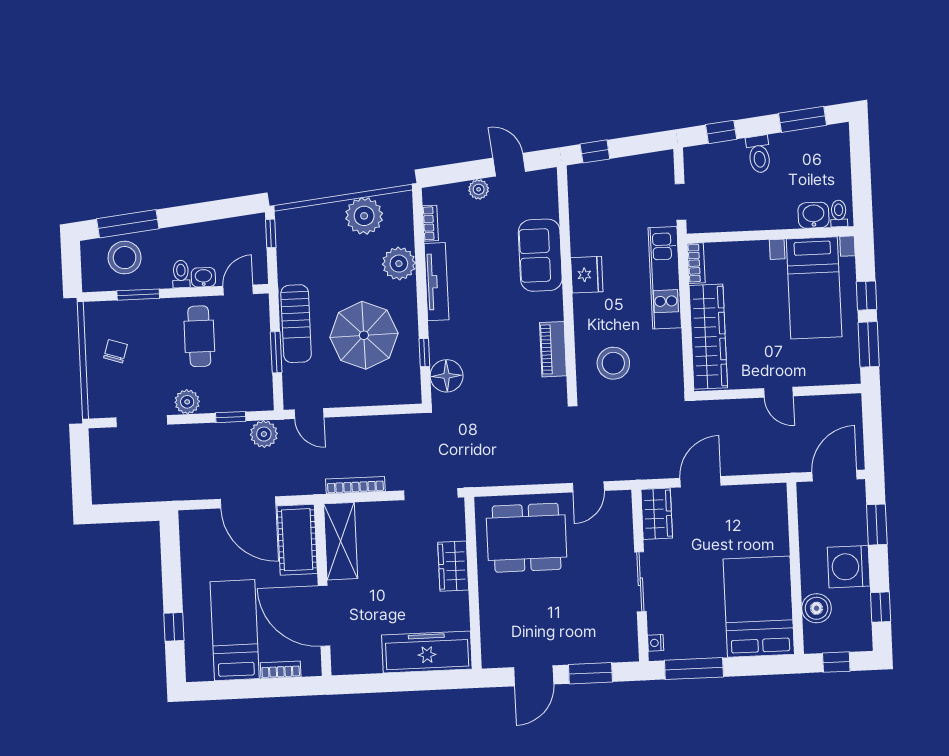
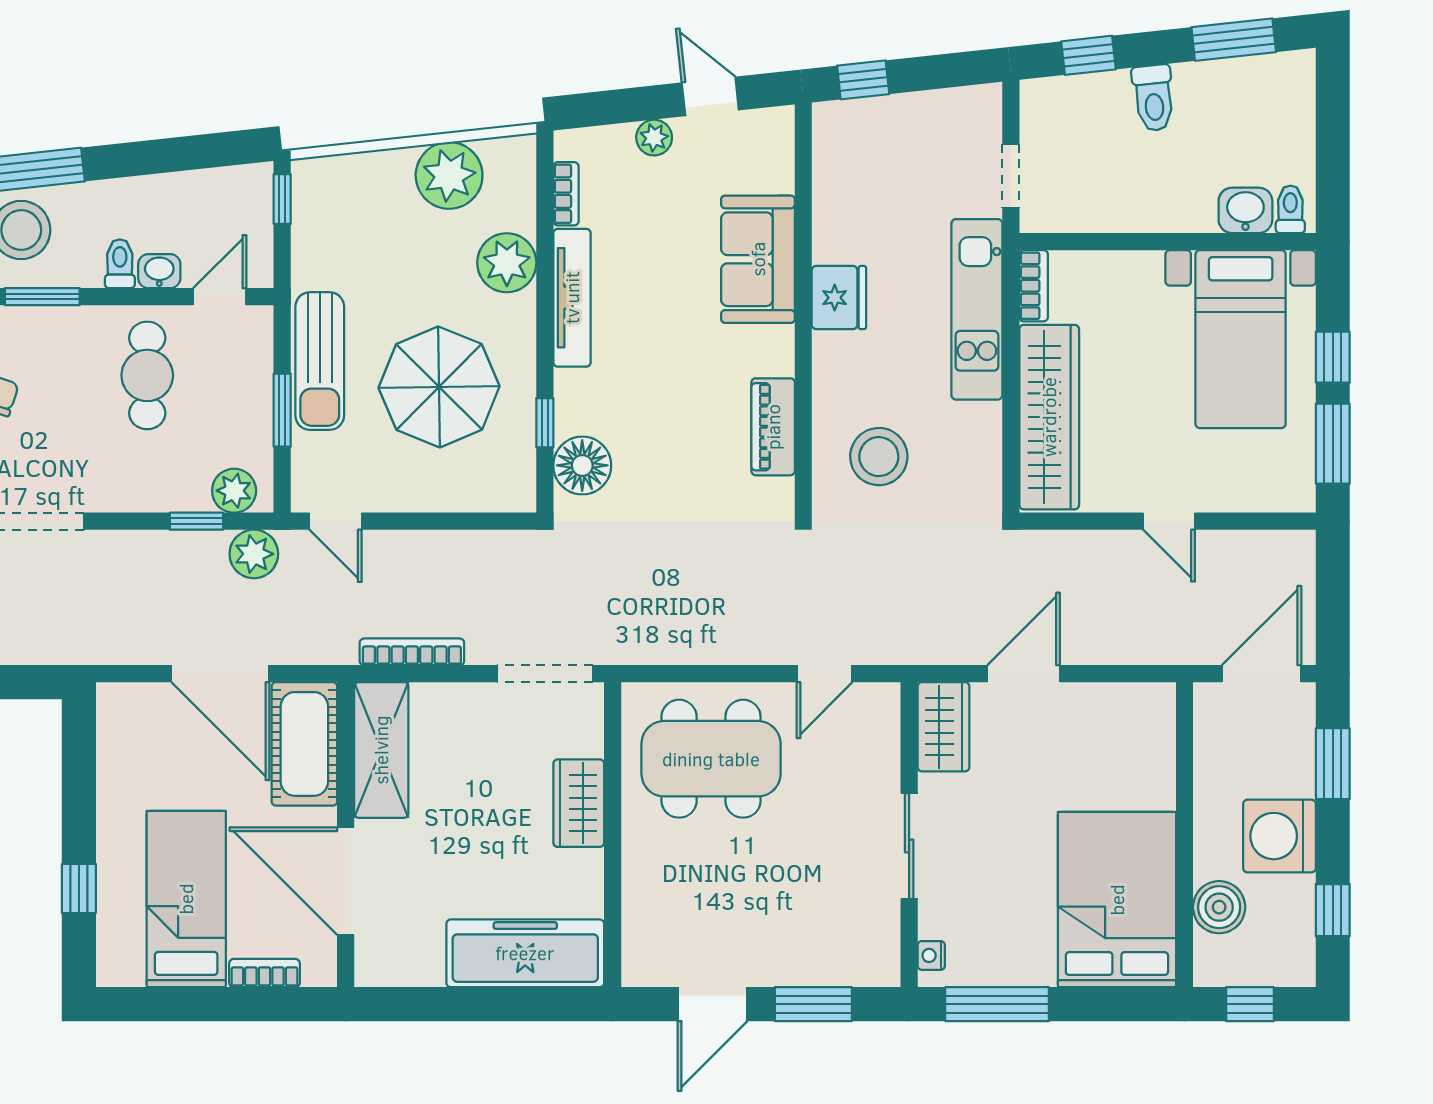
plant: (187, 402) -> (234, 491), moved

